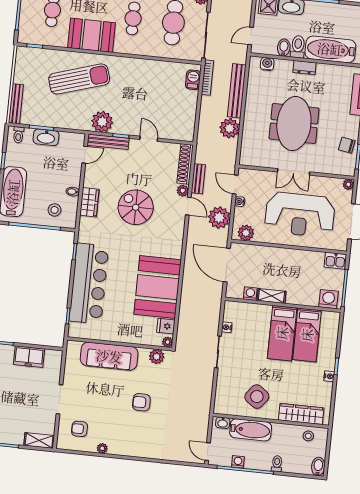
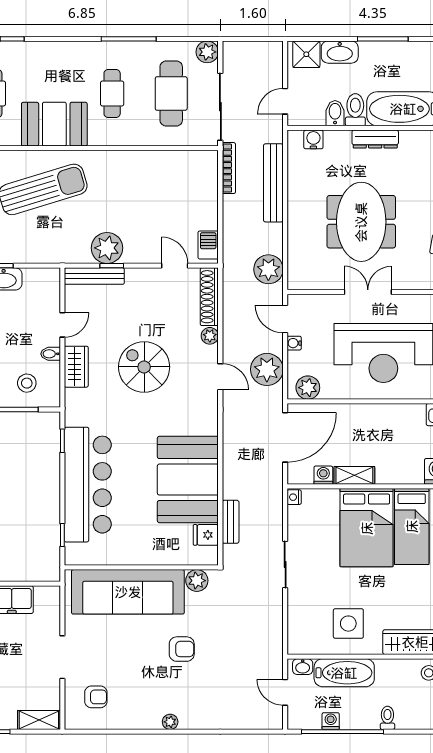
dresser: (305, 68) -> (375, 139), width x1.44
barbecue: (193, 80) -> (208, 245), moved
plant: (102, 122) -> (107, 248), moved
plant: (230, 128) -> (268, 269), moved
door: (149, 139) -> (175, 266), moved
door: (85, 155) -> (62, 325), moved
double door: (294, 172) -> (368, 292), swing flipped
bench: (198, 179) -> (231, 522), moved
door: (188, 206) -> (220, 377), moved
door: (227, 265) -> (285, 437), swing flipped
nightstand: (227, 327) -> (294, 497), moved
bed: (282, 333) -> (367, 528), width x1.50
plant: (168, 342) -> (211, 558), removed
sofa: (109, 356) -> (128, 592), width x1.36, depth x1.27
side table: (257, 397) -> (348, 624), turned -37
armchair: (141, 402) -> (182, 649), turned 180
armchair: (80, 429) -> (96, 697), turned 180
plant: (102, 448) -> (170, 722), moved
door: (208, 452) -> (285, 692), moved

